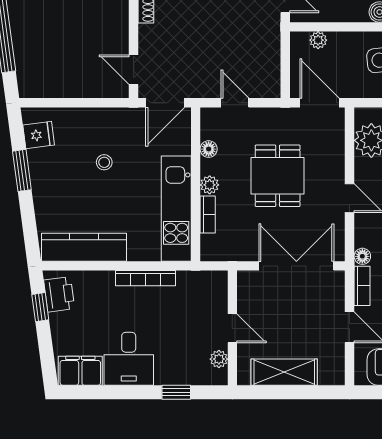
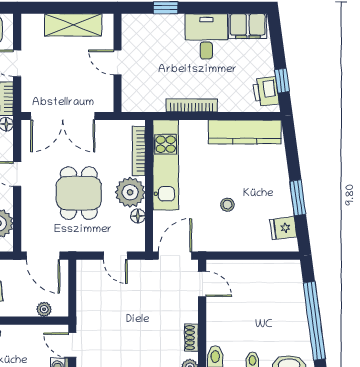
plant: (210, 185) -> (130, 192), width x1.87, depth x1.87
bookcase: (208, 215) -> (139, 151), width x1.56
plant: (219, 359) -> (129, 36), removed

